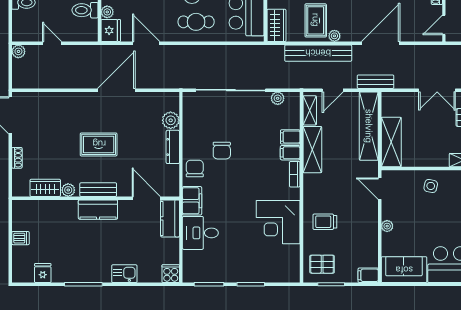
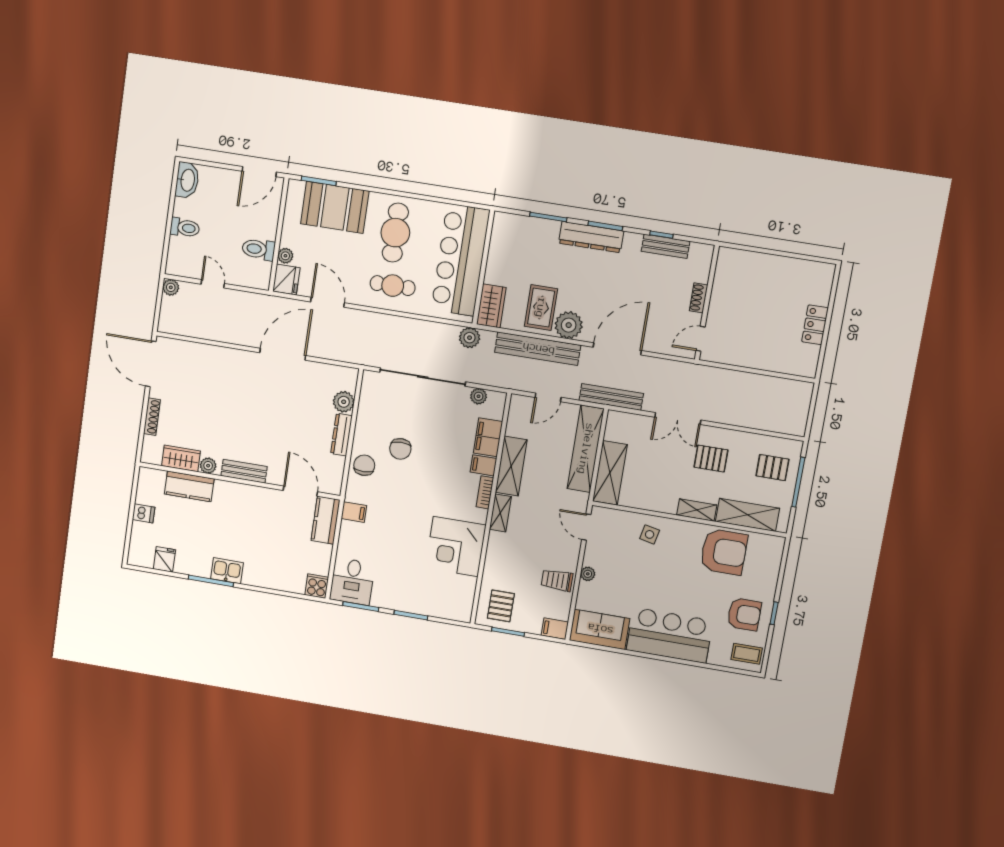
plant: (334, 36) -> (569, 325), width x1.88, depth x1.88
plant: (263, 53) -> (470, 338), added
bench: (376, 82) -> (611, 397), width x1.36
shelving: (310, 110) -> (500, 513), moved
filing cabinet: (290, 137) -> (488, 437), width x2.00
rug: (99, 144) -> (252, 417), removed
shoe rack: (17, 158) -> (152, 417), width x1.43
filing cabinet: (192, 201) -> (354, 512), width x0.50
kitchen counter: (98, 210) -> (189, 486), moved
trolley: (325, 222) -> (557, 580), moved
desk: (200, 233) -> (352, 581), moved, turned -90
pallet: (322, 264) -> (501, 606), turned 90
kitchen sink: (124, 274) -> (227, 571), moved

